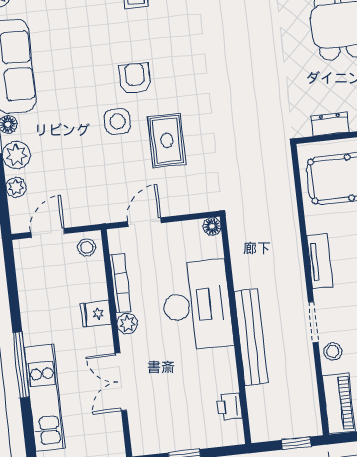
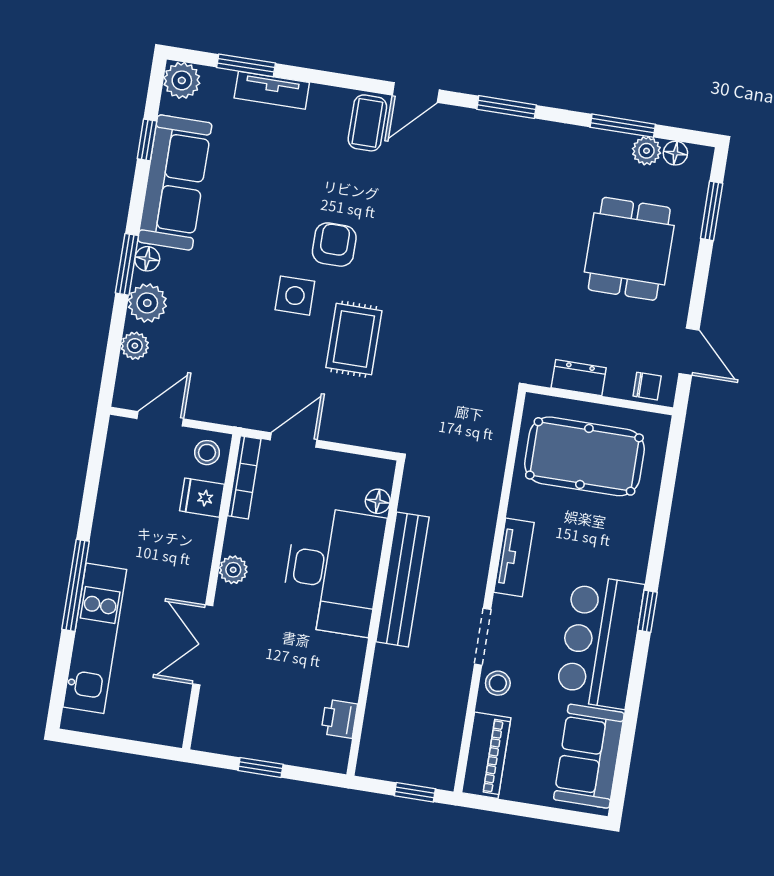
floor lamp: (212, 226) -> (378, 501), moved
bookcase: (120, 283) -> (244, 477), moved
fridge: (96, 314) -> (202, 498), moved
bench: (251, 337) -> (402, 579), moved

